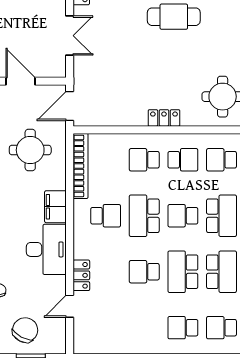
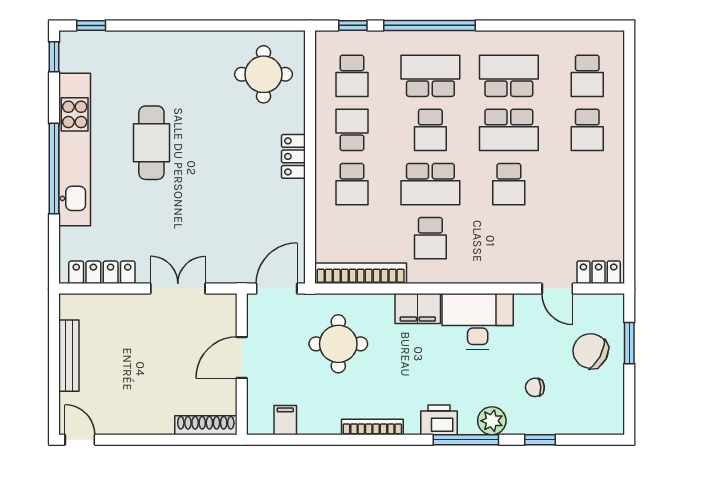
door: (70, 106) -> (277, 289), swing flipped
school desk: (106, 216) -> (430, 238), turned 180
locker: (81, 275) -> (599, 272), moved

